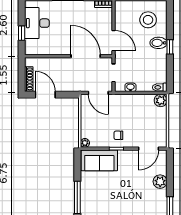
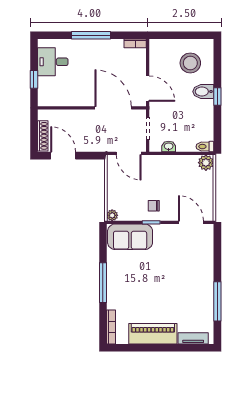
desk: (37, 23) -> (53, 62), width x0.73
door: (149, 149) -> (191, 222), swing flipped
plant: (160, 182) -> (205, 263), removed

